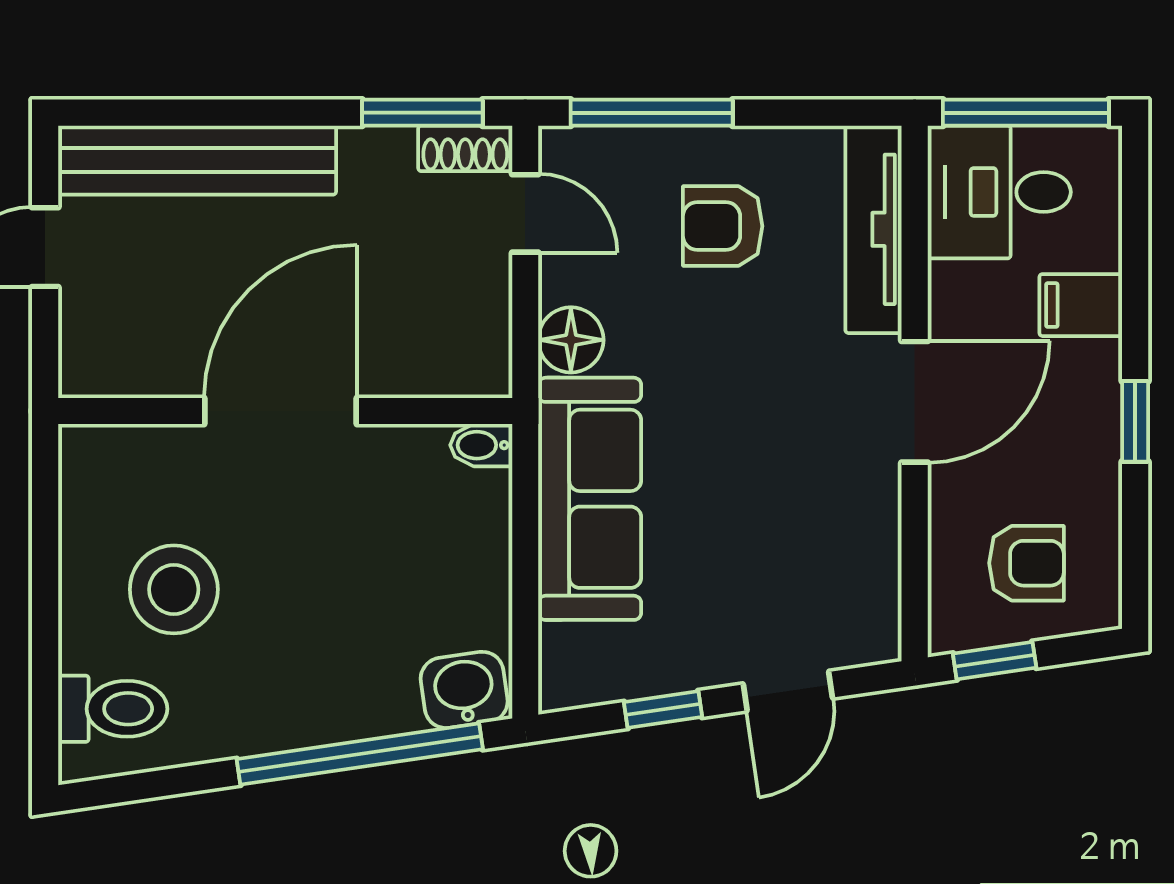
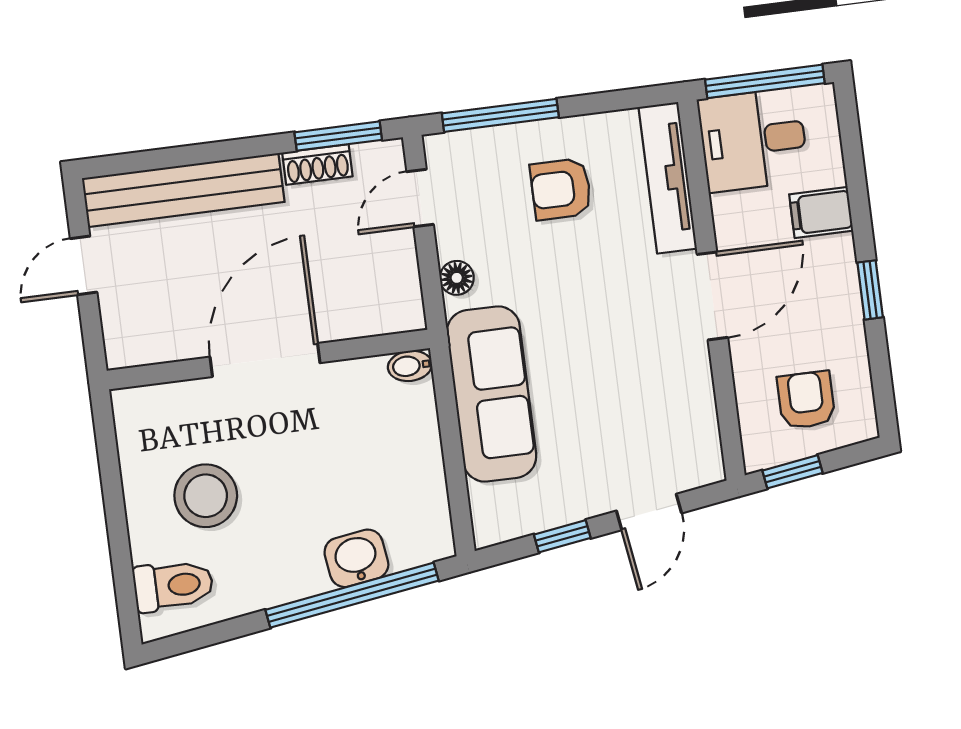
shoe rack: (465, 148) -> (317, 164), moved
door: (525, 213) -> (420, 198), swing flipped
floor lamp: (571, 340) -> (457, 278), width x0.73, depth x0.73
armchair: (1026, 563) -> (806, 400), turned -90
washbasin: (464, 690) -> (356, 558), moved

